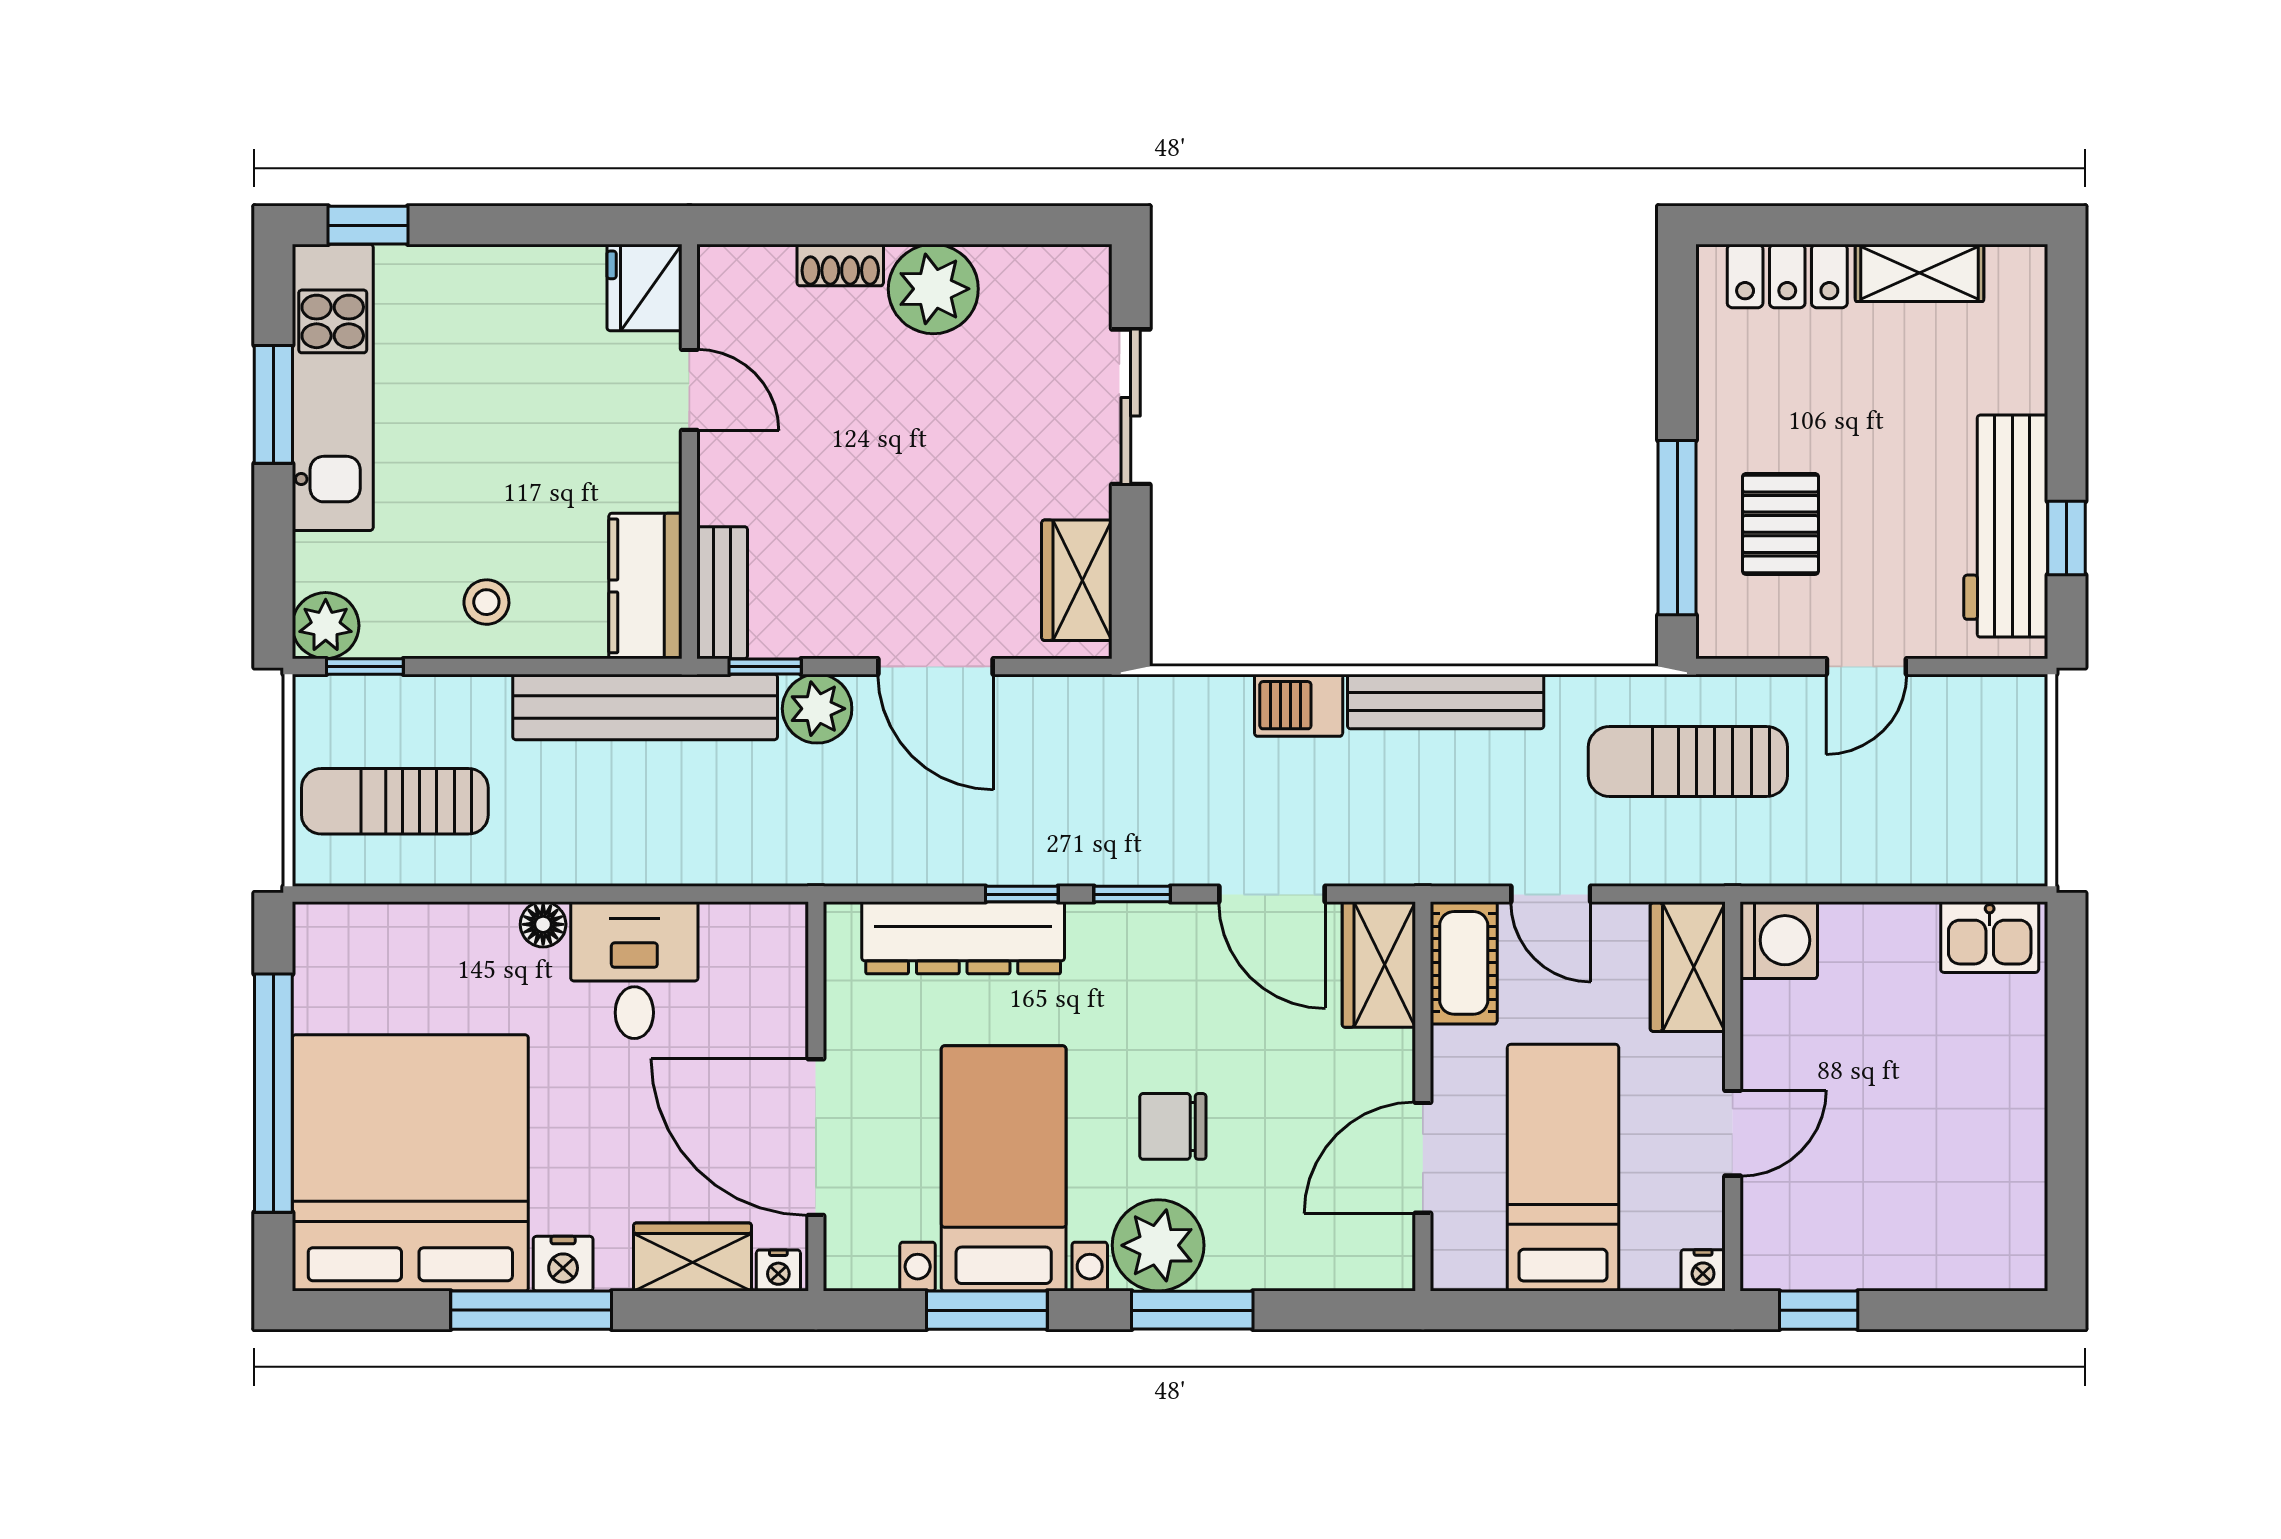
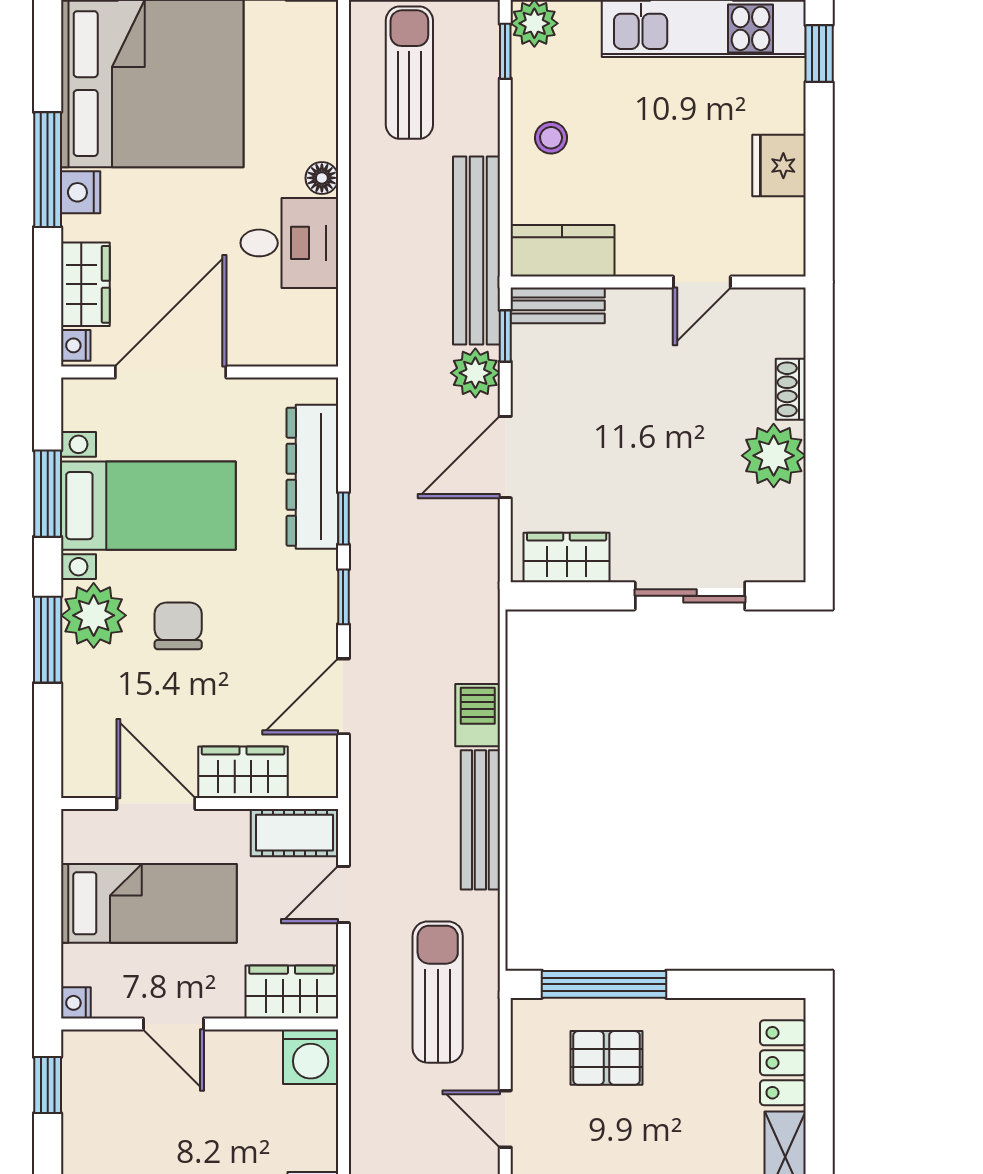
fridge: (644, 287) -> (779, 166), moved, turned -90
wardrobe: (1379, 965) -> (243, 772), moved

